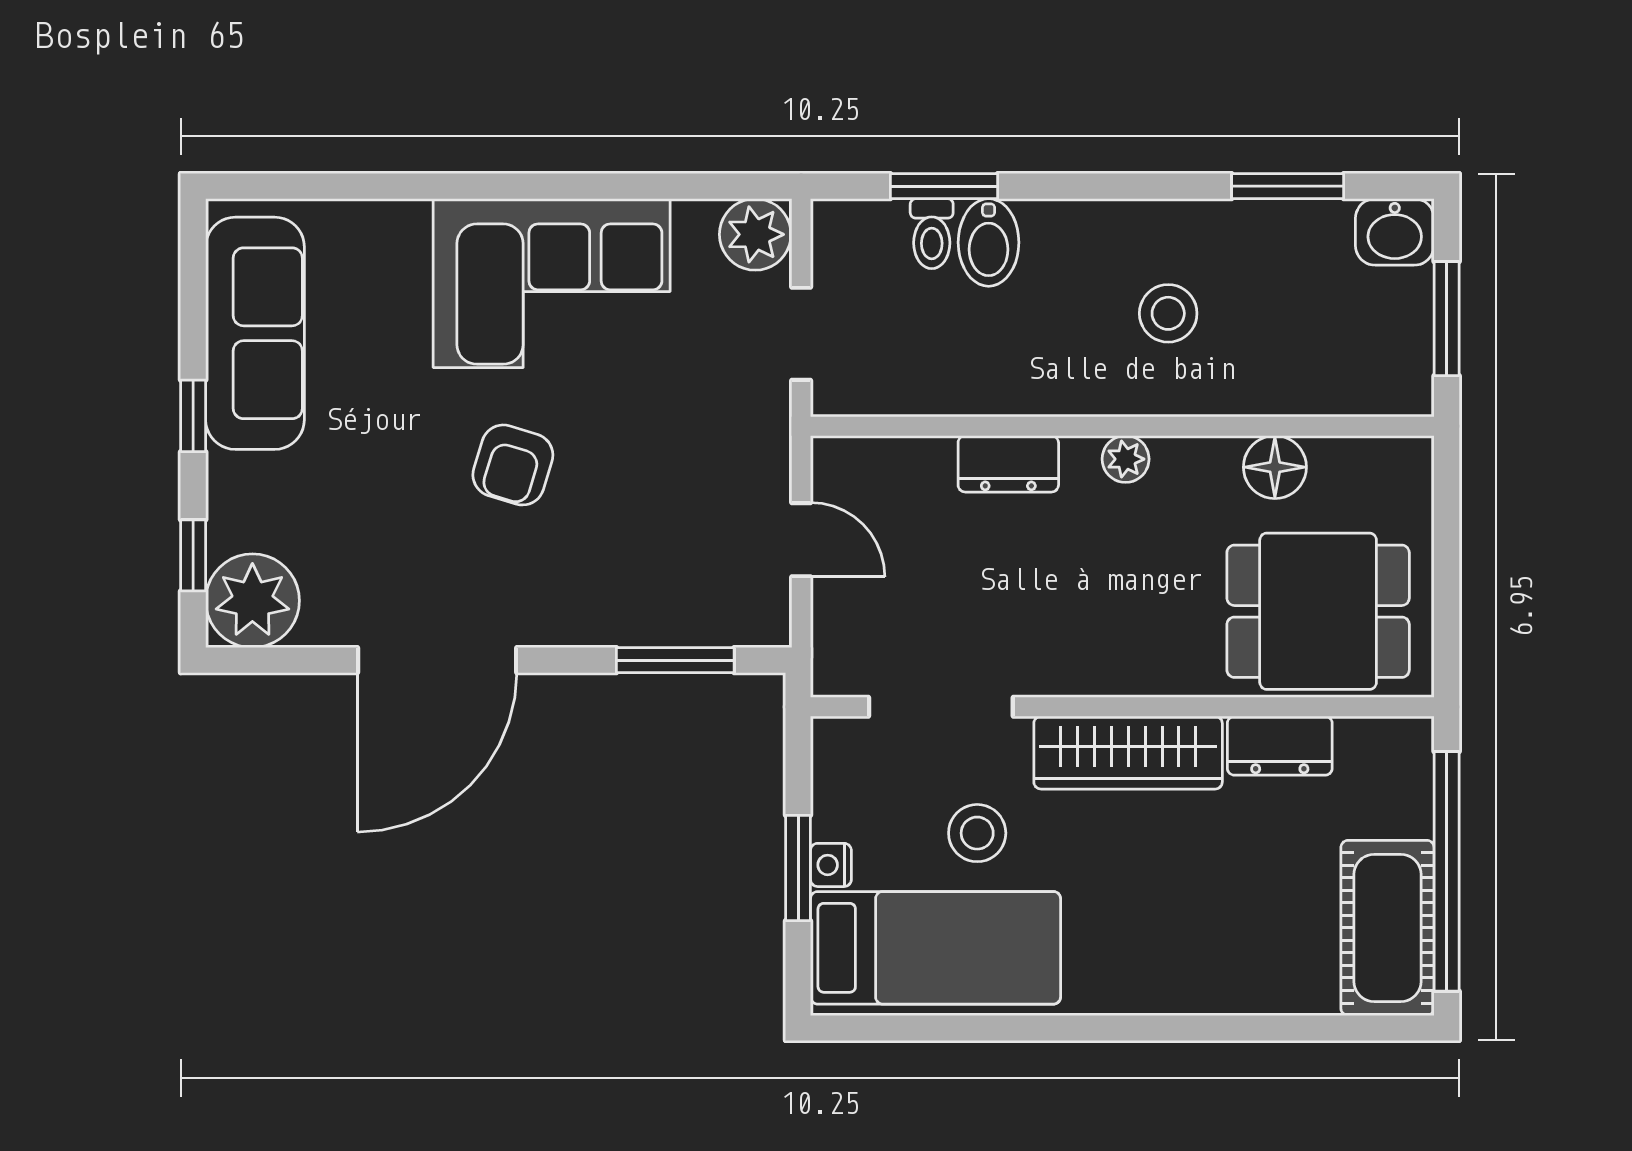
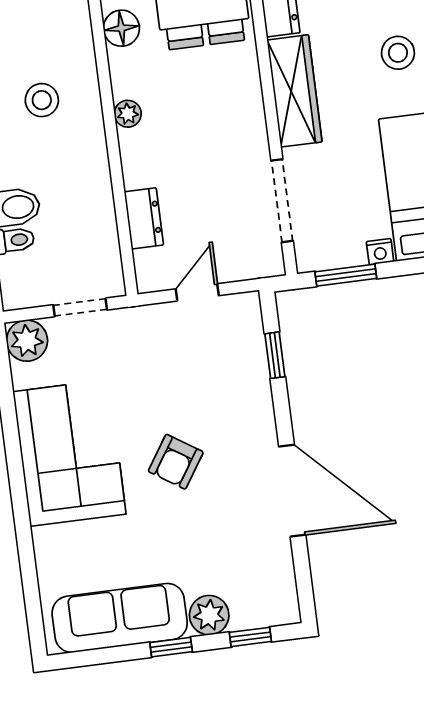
dresser: (1008, 464) -> (144, 218), moved
armchair: (513, 465) -> (176, 462), turned 106
plant: (252, 601) -> (209, 615), moved, width x0.73, depth x0.73
window: (675, 660) -> (275, 355), width x0.67
stool: (977, 833) -> (398, 53), moved
window: (798, 868) -> (346, 275), moved

